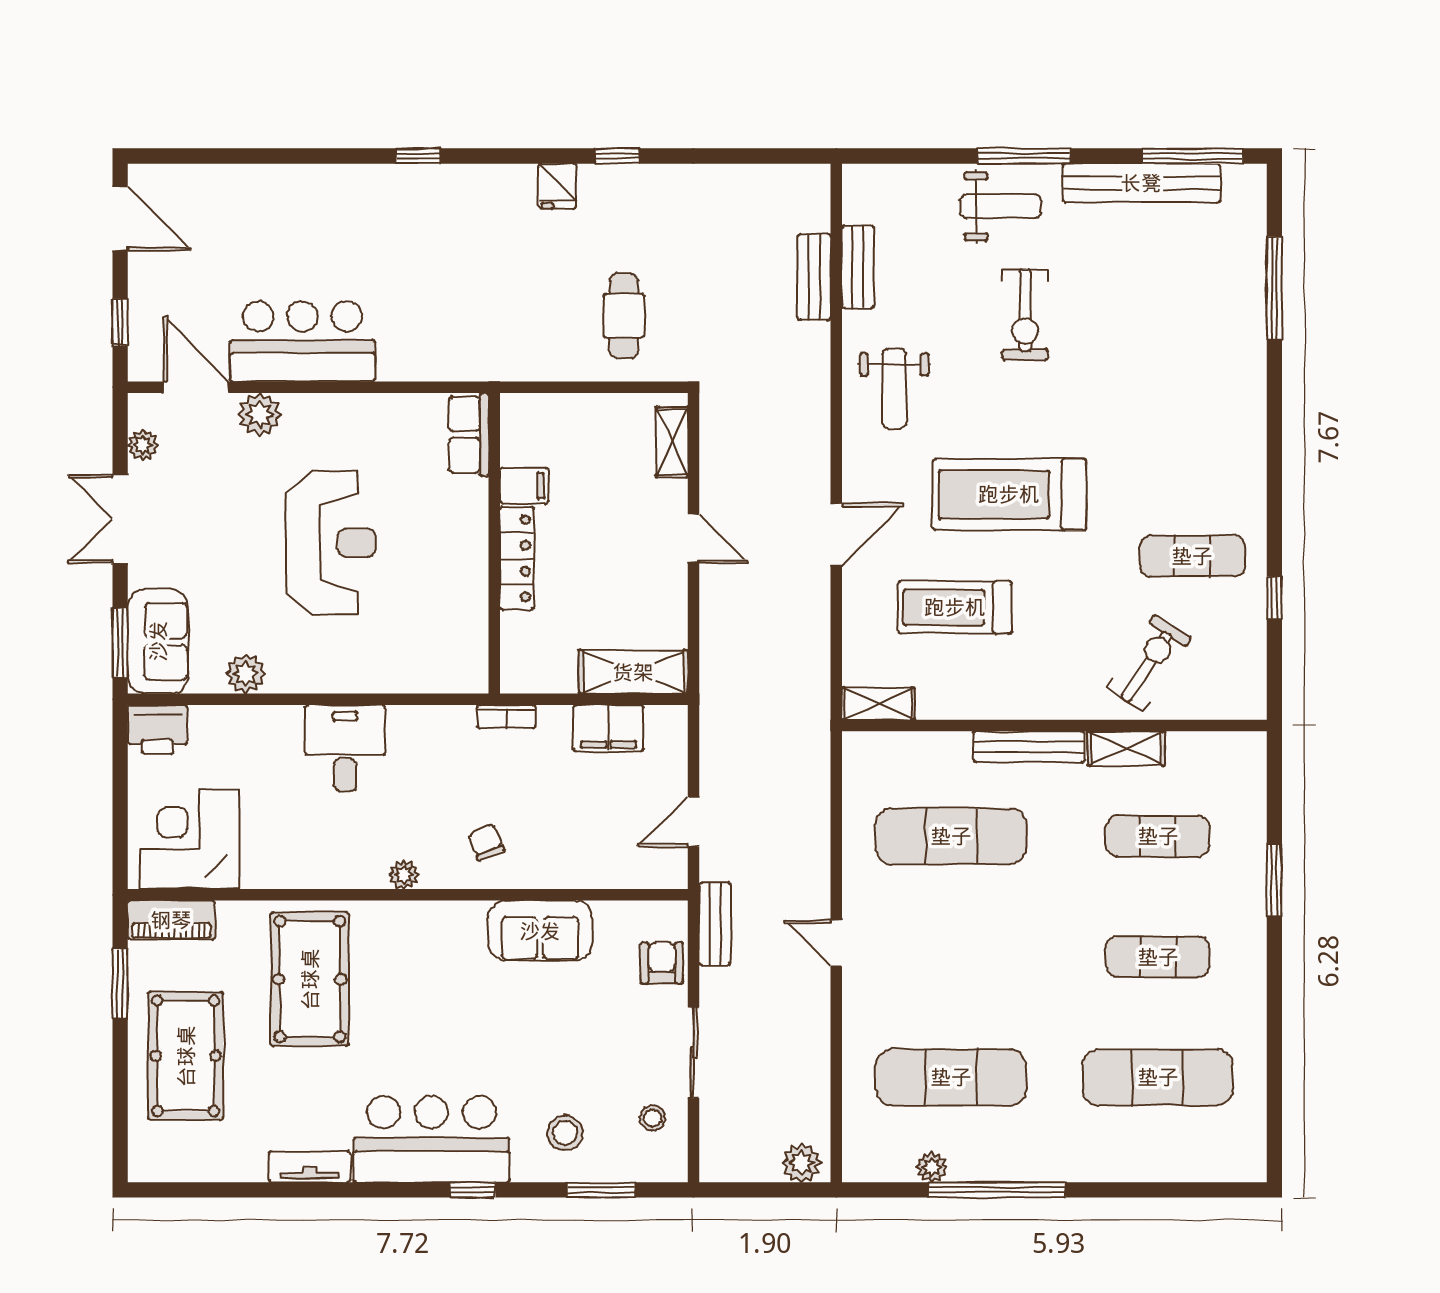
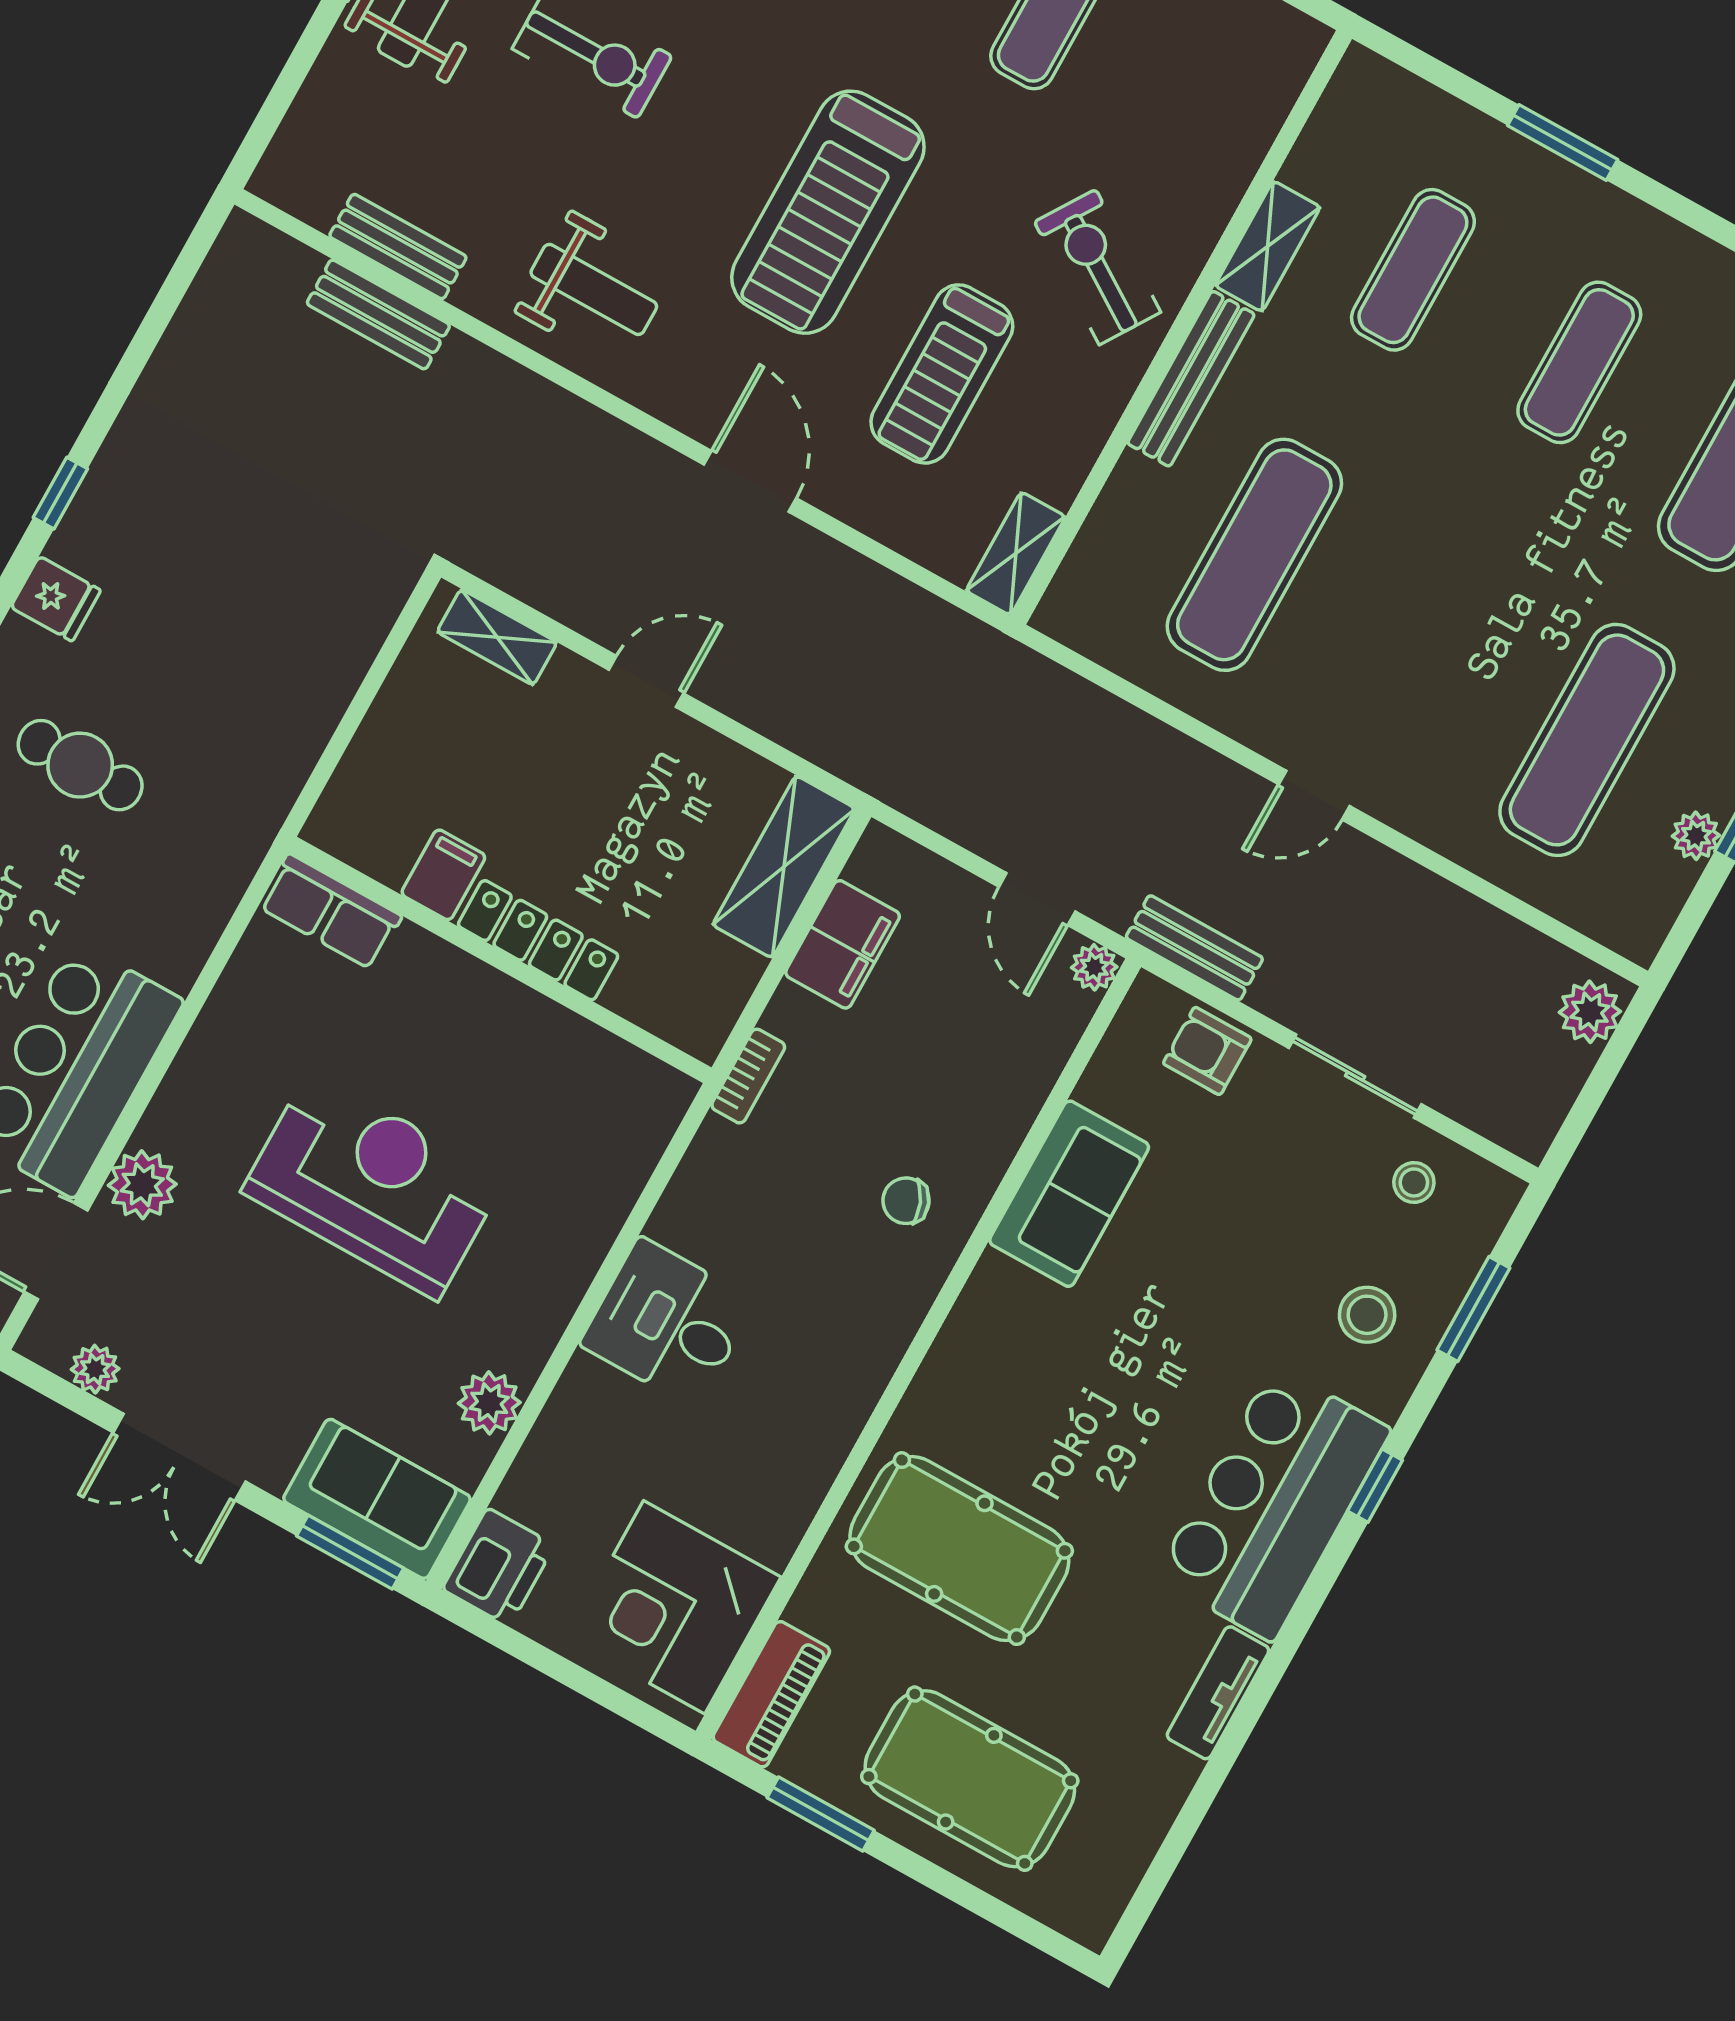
cafe table: (624, 316) -> (80, 765), moved
exercise bike: (1149, 663) -> (1097, 267), moved
plant: (404, 875) -> (1094, 967), moved

